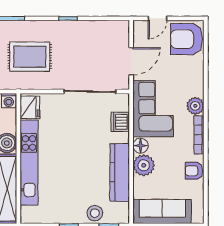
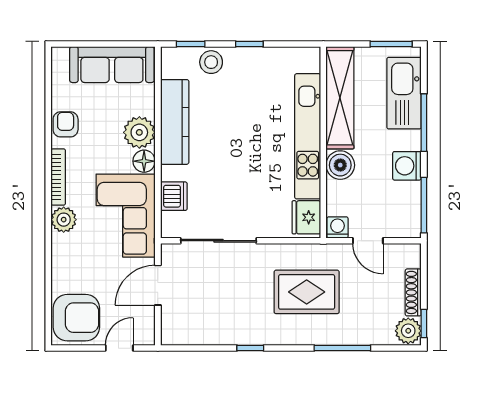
armchair: (194, 171) -> (66, 124), turned -90

